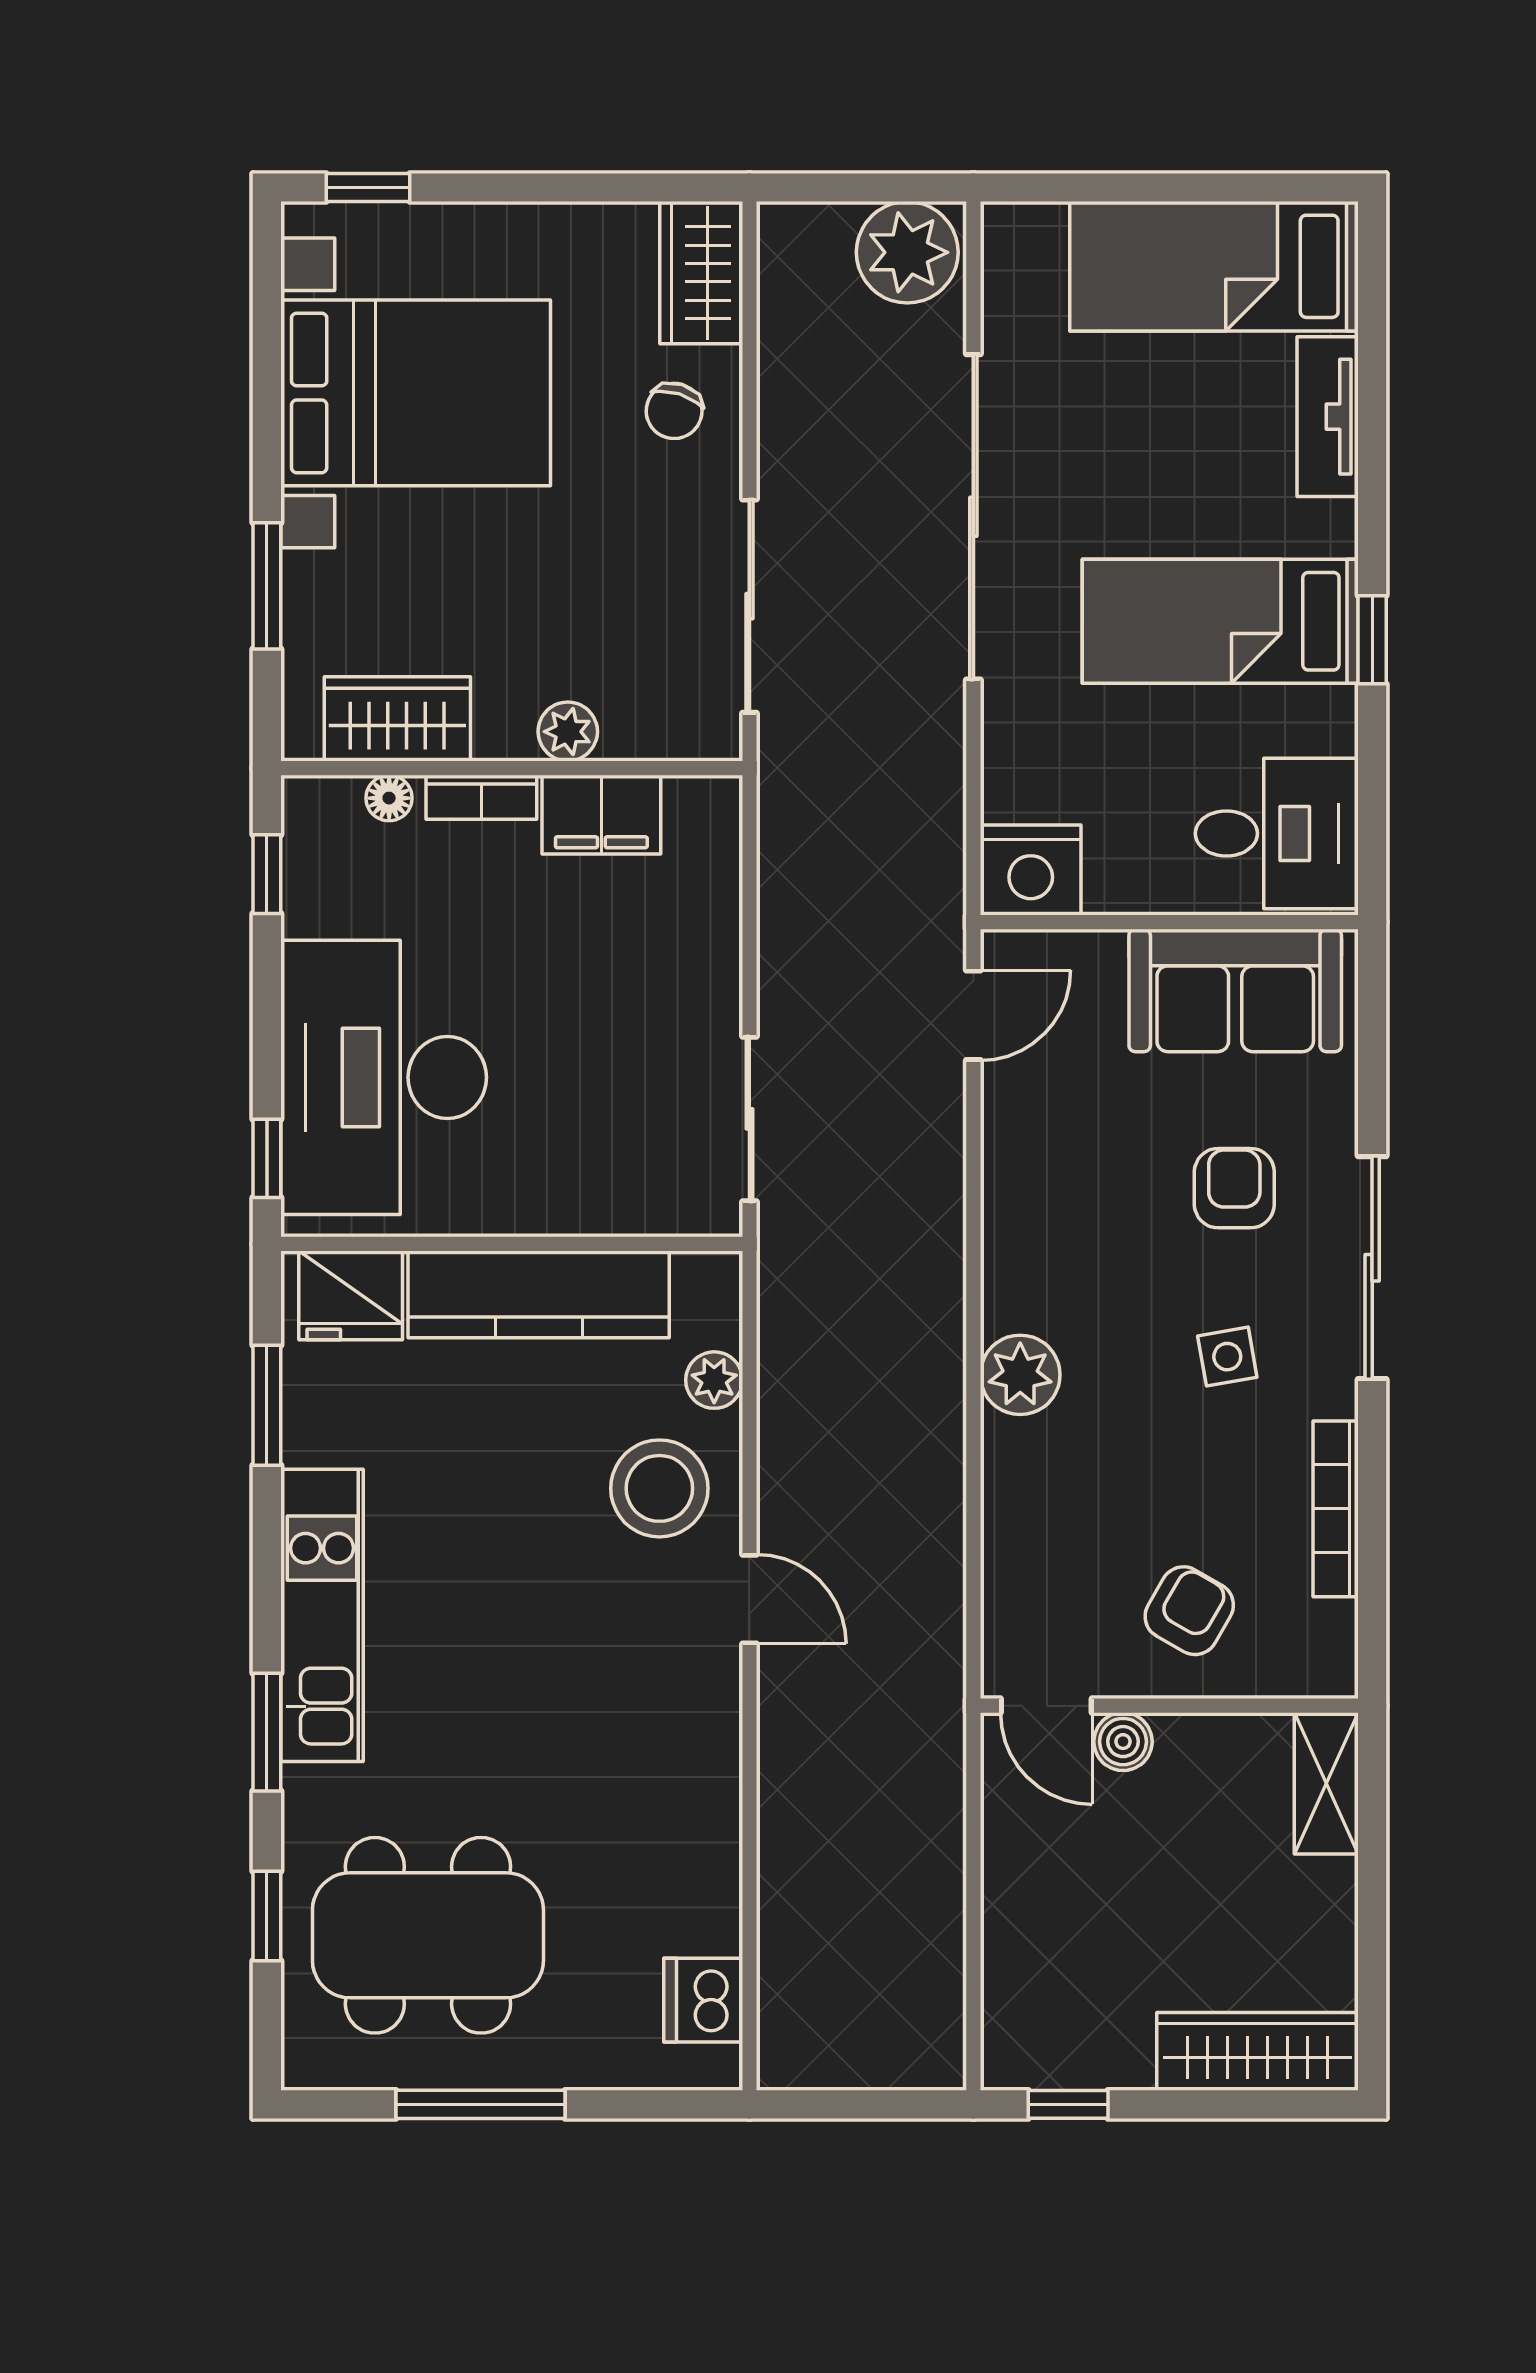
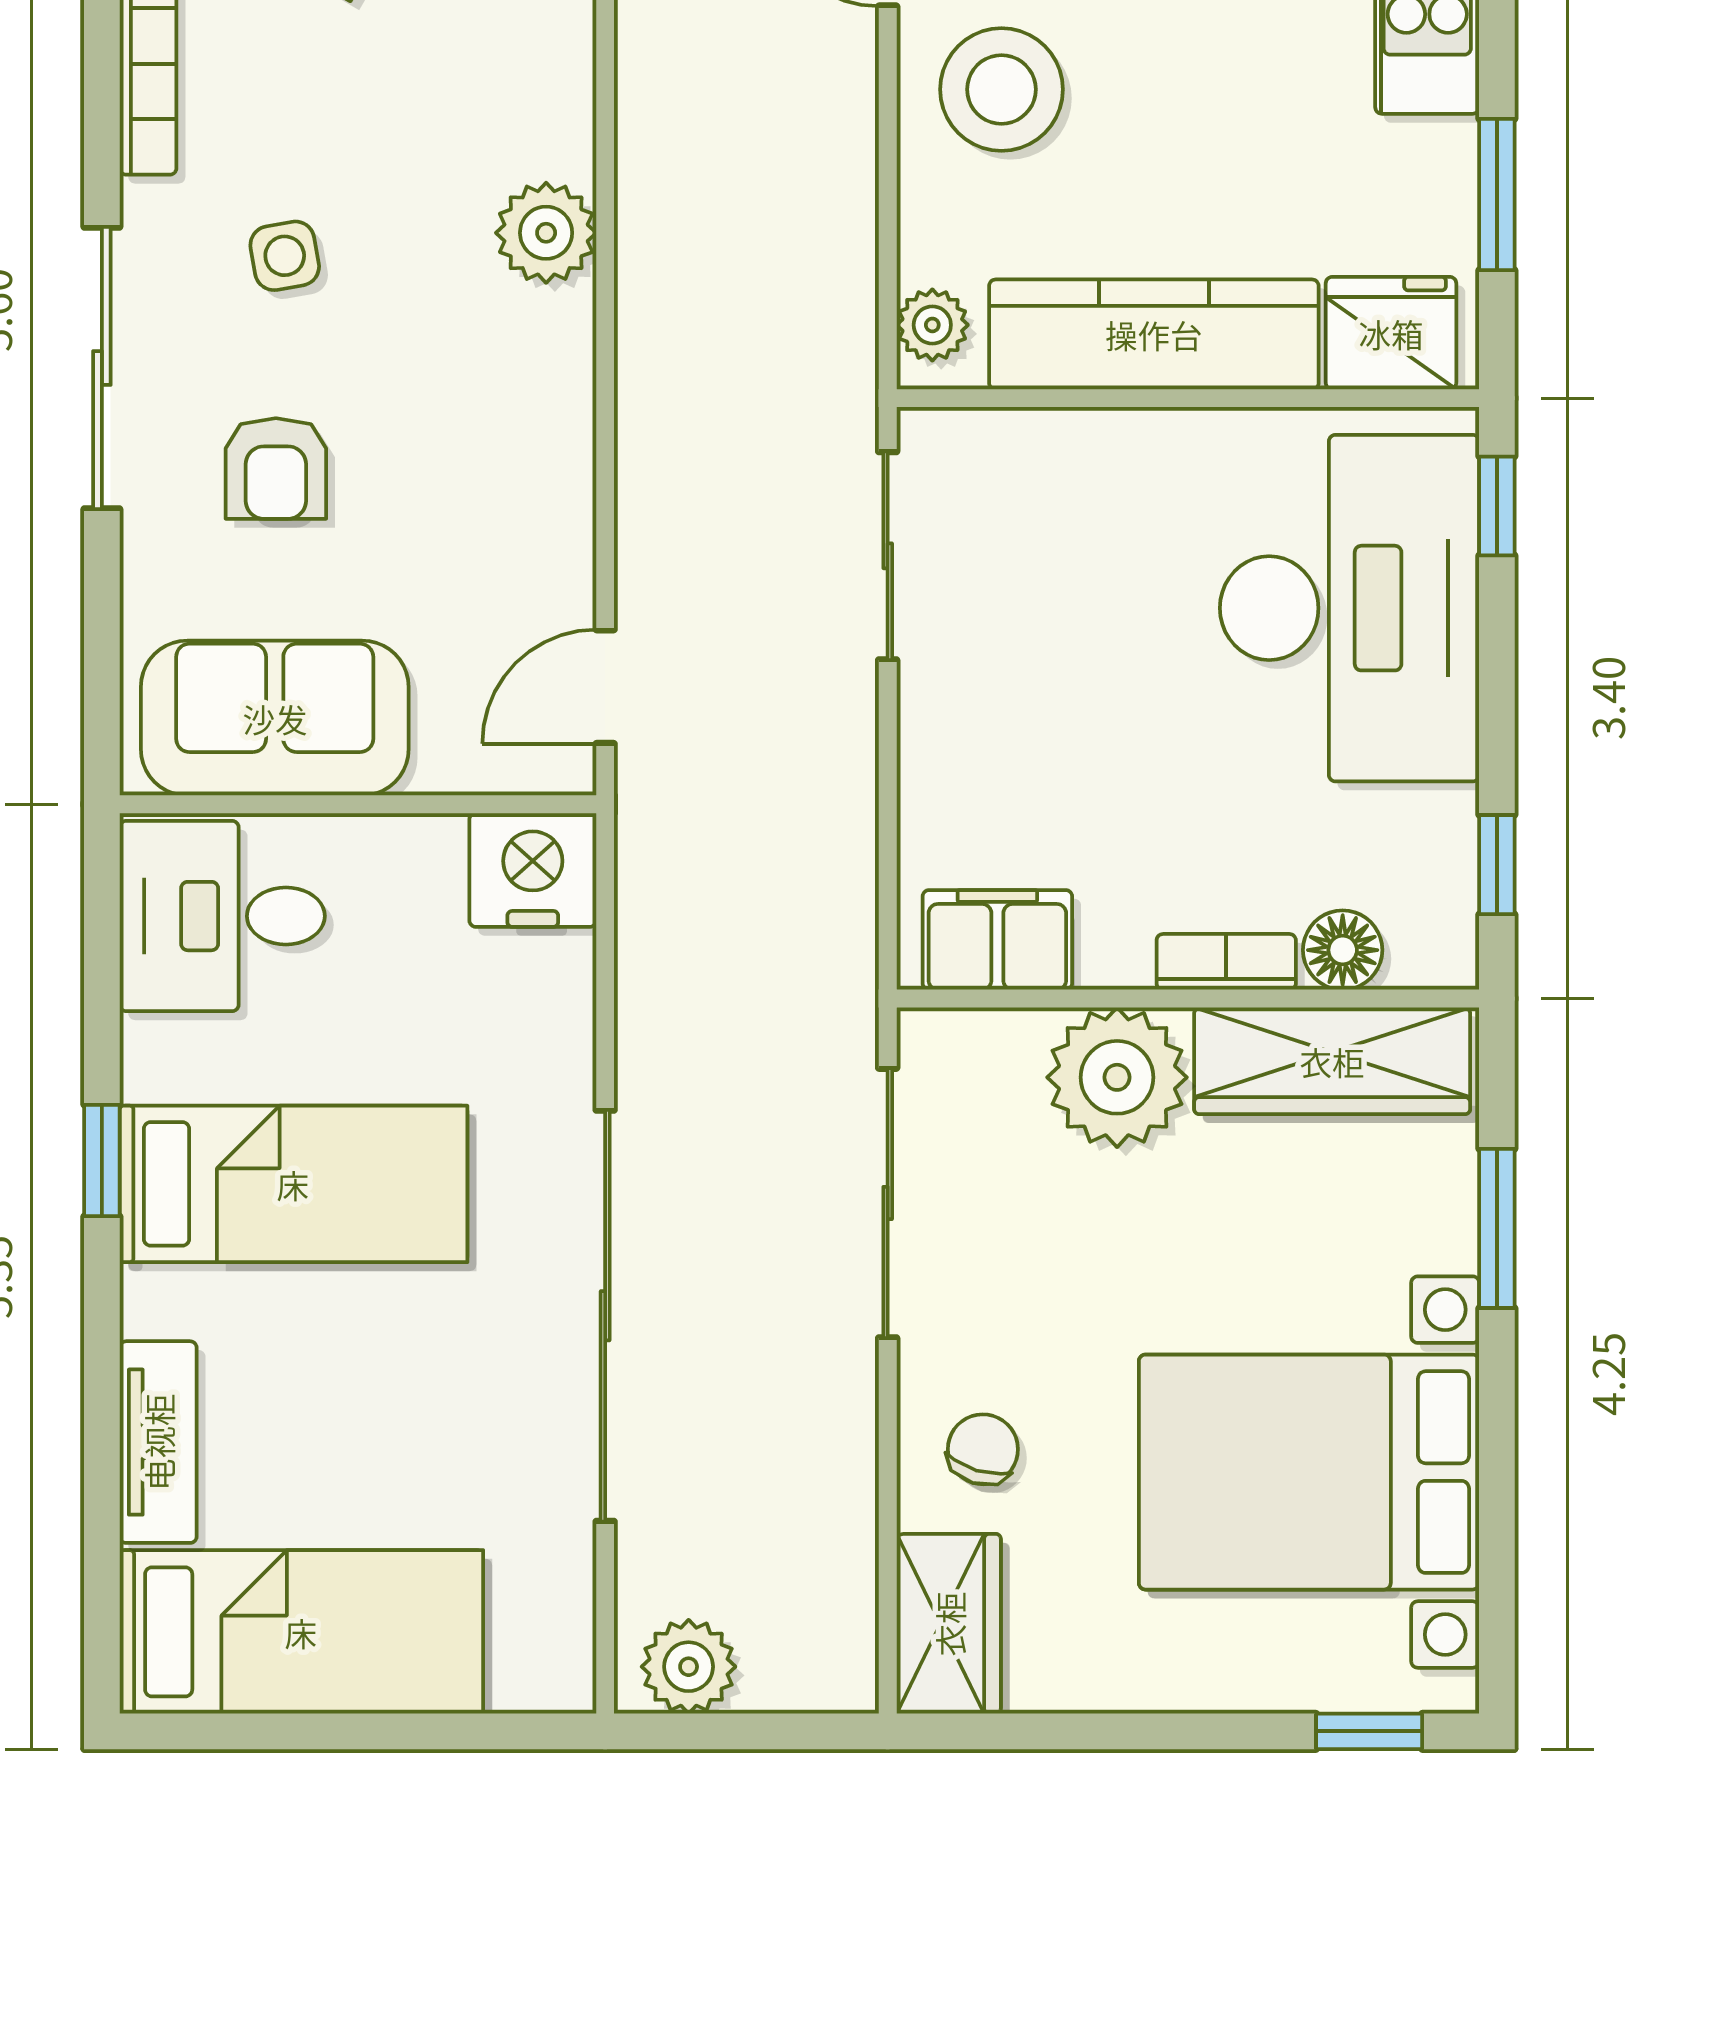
plant: (907, 252) -> (689, 1667), width x0.73, depth x0.73
wardrobe: (397, 719) -> (1332, 1061), width x1.50
plant: (568, 732) -> (1117, 1077), width x1.87, depth x1.87
floor lamp: (389, 798) -> (1343, 950), width x1.37, depth x1.37
filing cabinet: (601, 815) -> (997, 940), moved
plant: (714, 1380) -> (932, 325), moved

